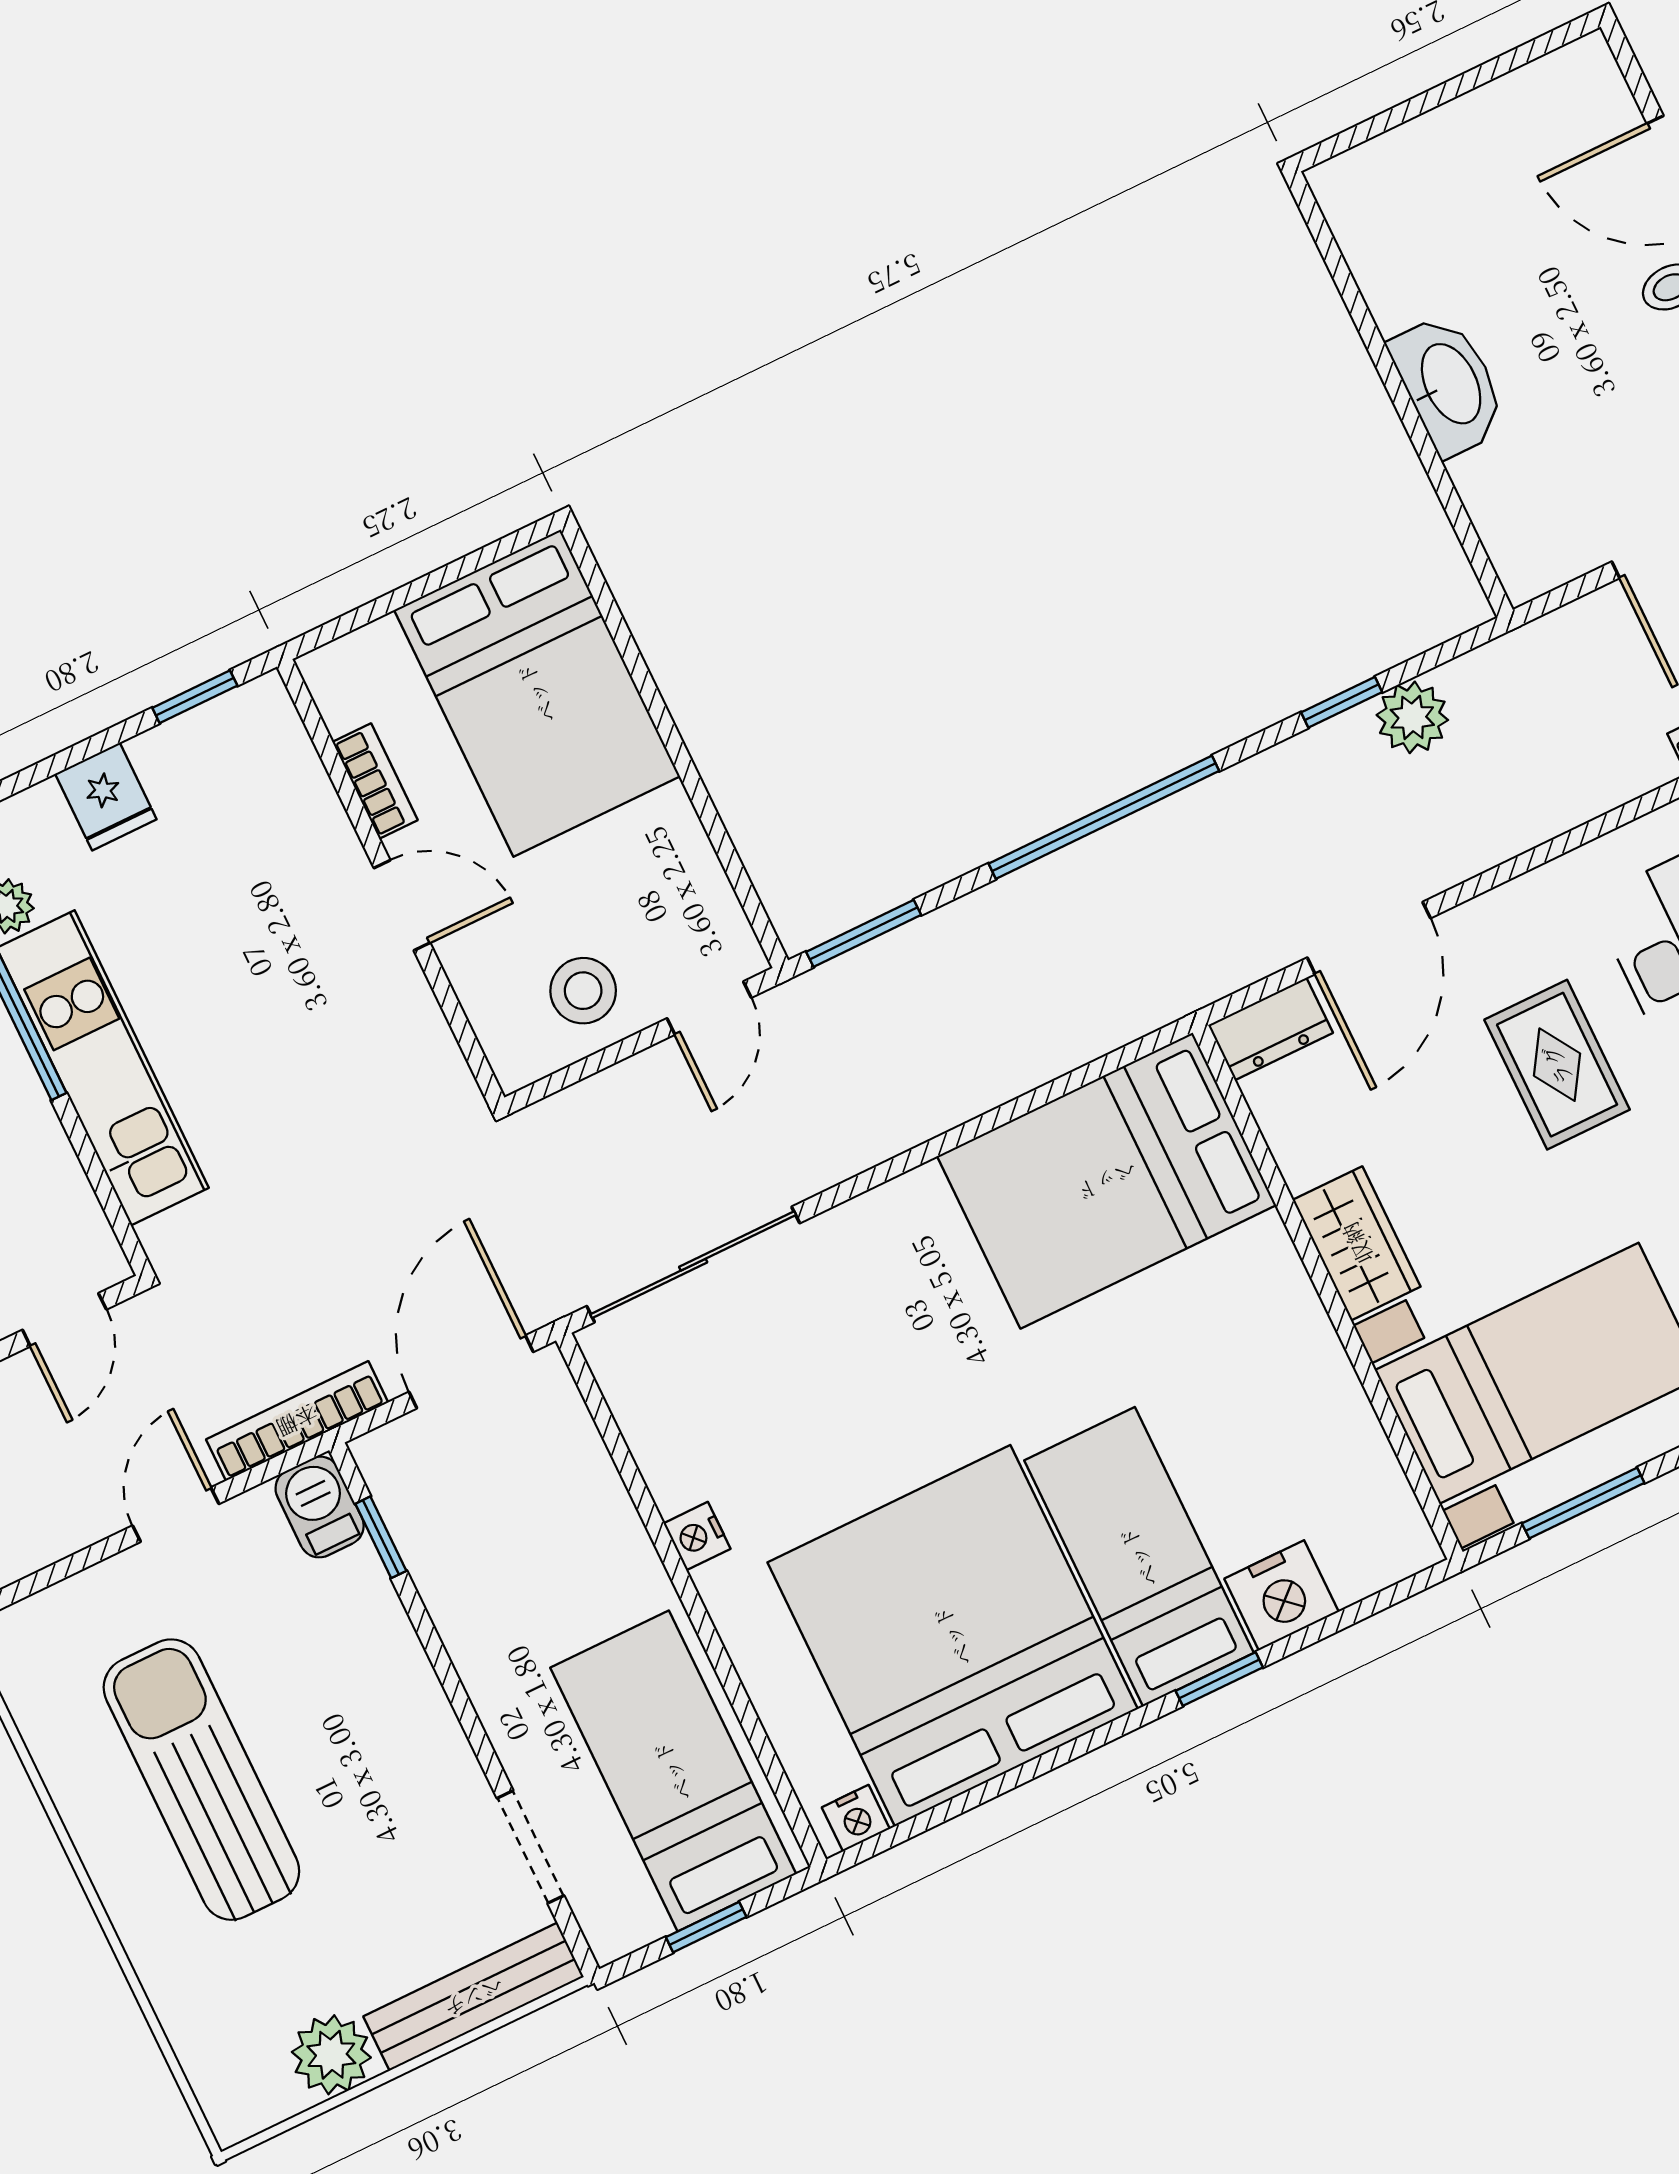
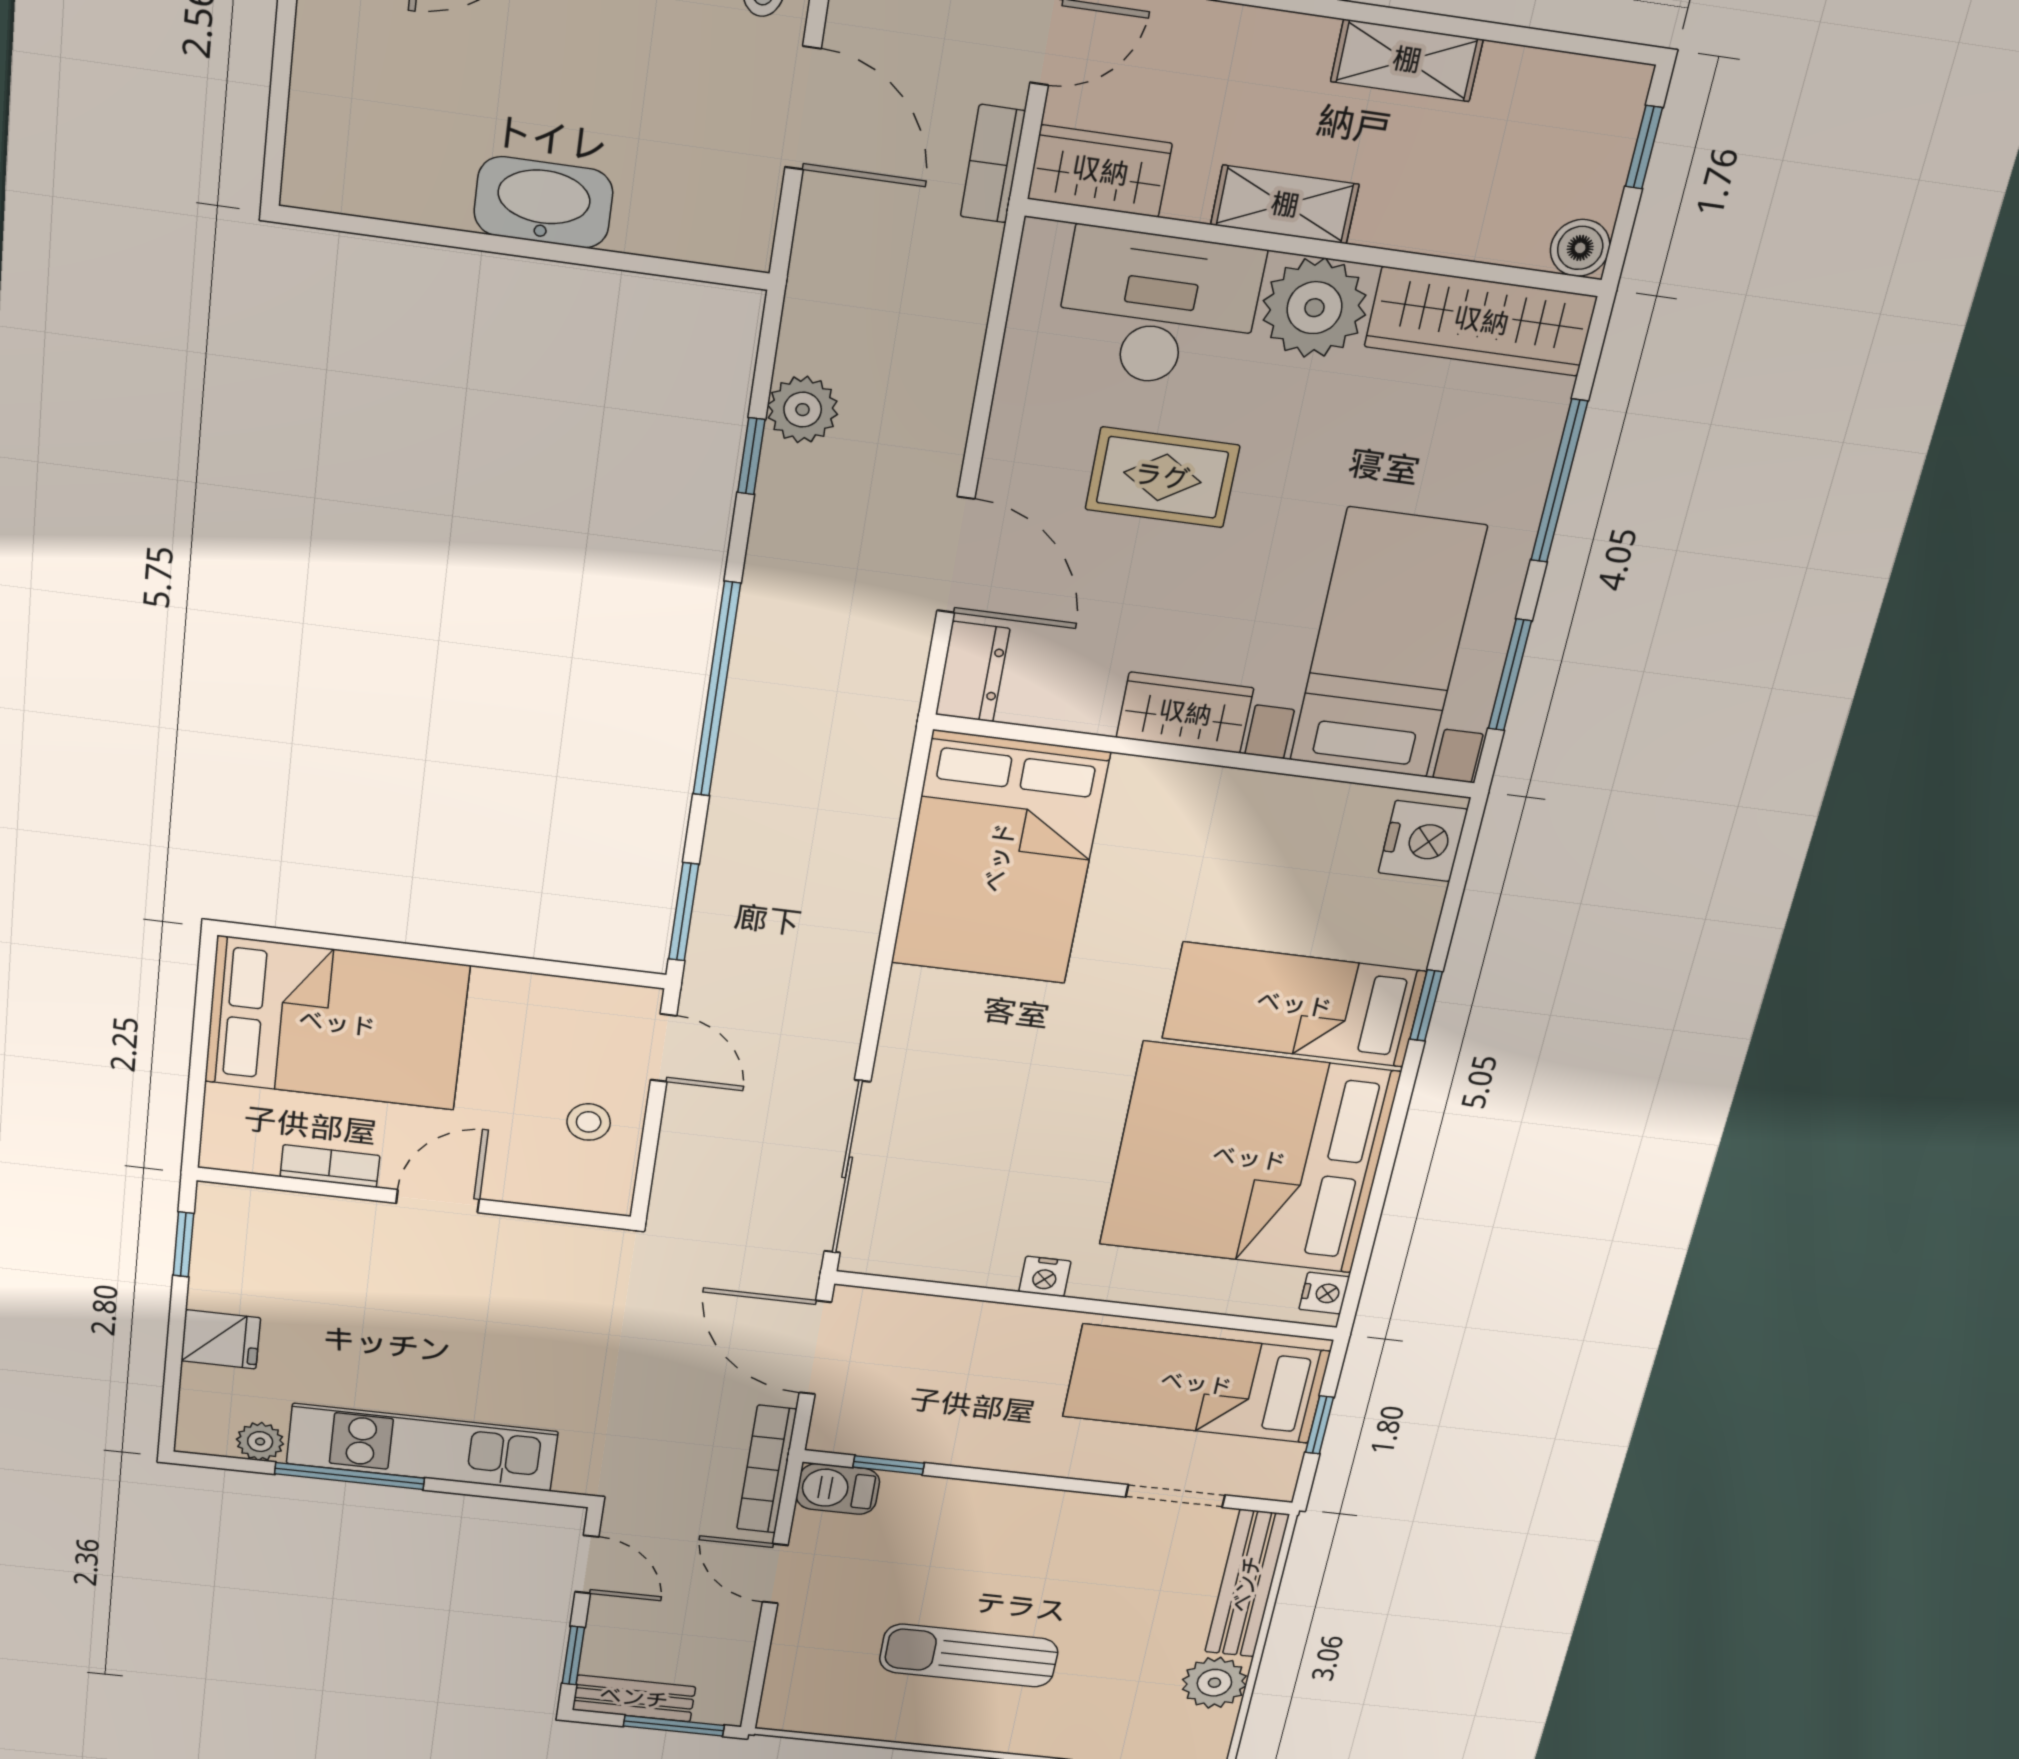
stool: (583, 991) -> (589, 1122), width x0.73, depth x0.73
nightstand: (1282, 1595) -> (1423, 841), moved
sun lounger: (201, 1780) -> (969, 1656), width x0.73, depth x0.75

